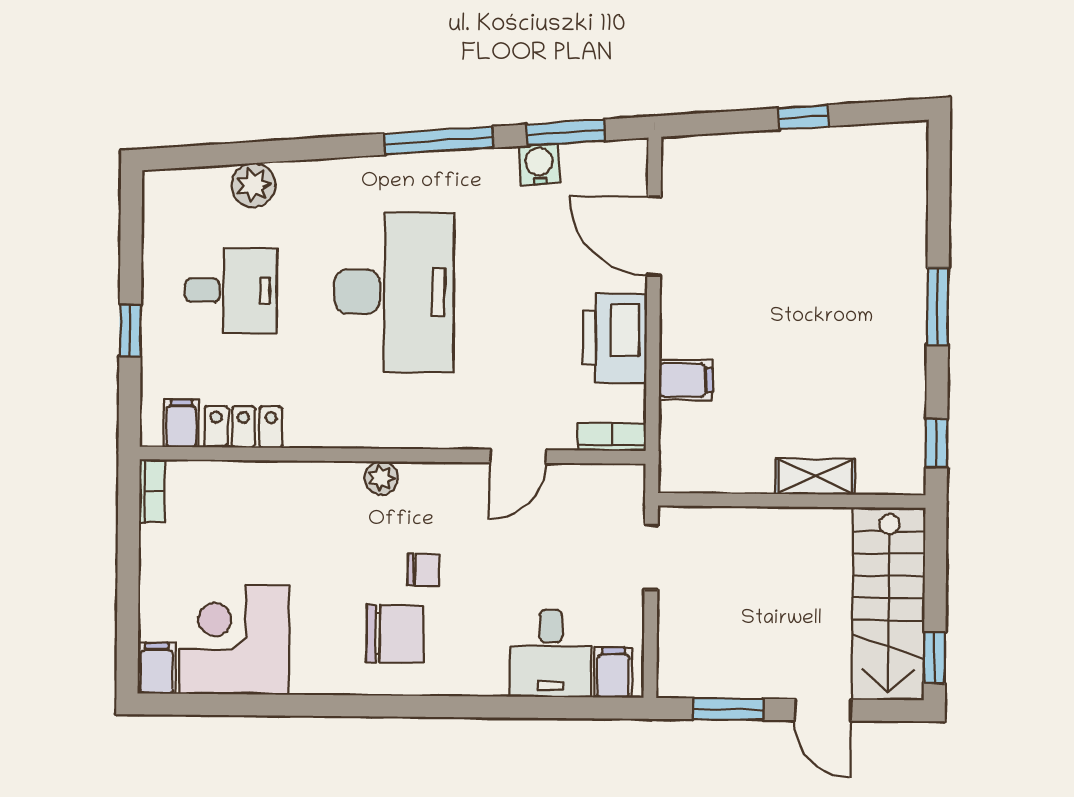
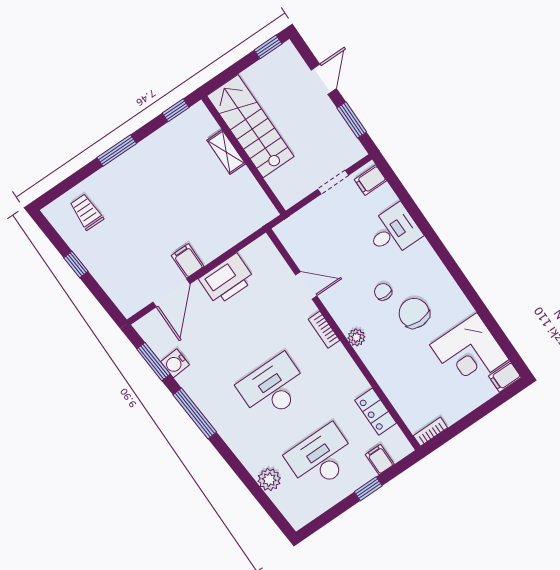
trolley: (875, 191) -> (86, 212), added
desk: (231, 290) -> (321, 458), width x1.37
desk: (394, 292) -> (273, 387), width x0.73, depth x0.77
filing cabinet: (686, 380) -> (188, 261), moved
filing cabinet: (181, 423) -> (380, 459), moved, turned 90
bookcase: (612, 437) -> (324, 330), moved
doorway: (651, 557) -> (333, 182), moved
stairs: (889, 604) -> (250, 126), moved, turned -90
chair: (395, 634) -> (414, 313), moved
desk: (551, 653) -> (393, 231), moved

